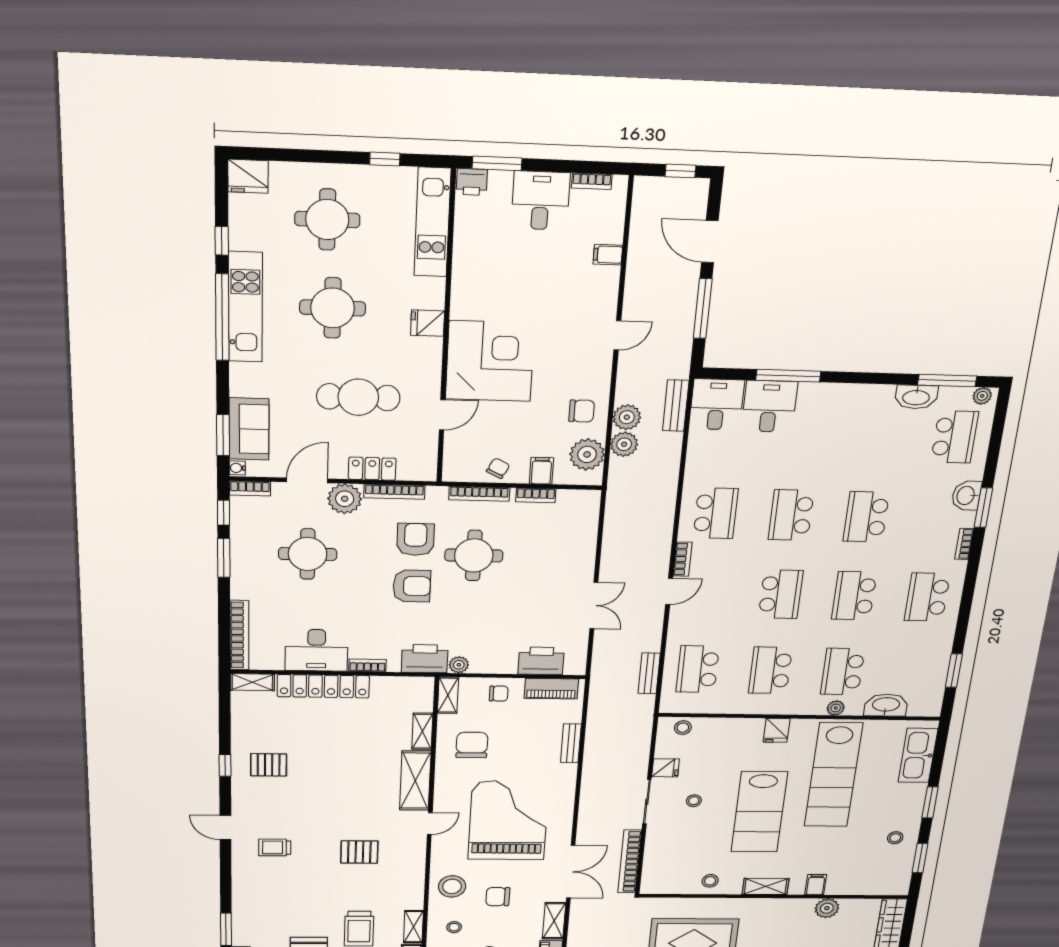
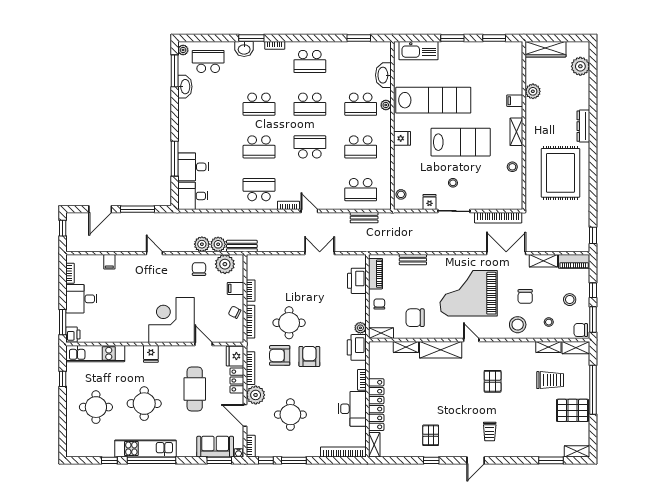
fridge: (248, 176) -> (235, 356), moved, turned 180
bench: (676, 406) -> (242, 246), moved
stool: (895, 838) -> (479, 56), removed

